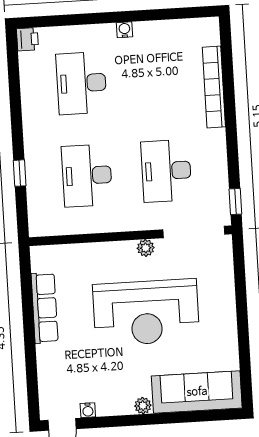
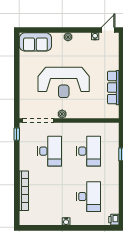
reception desk: (146, 312) -> (64, 82), turned 180
sofa: (197, 392) -> (35, 42), width x0.73

